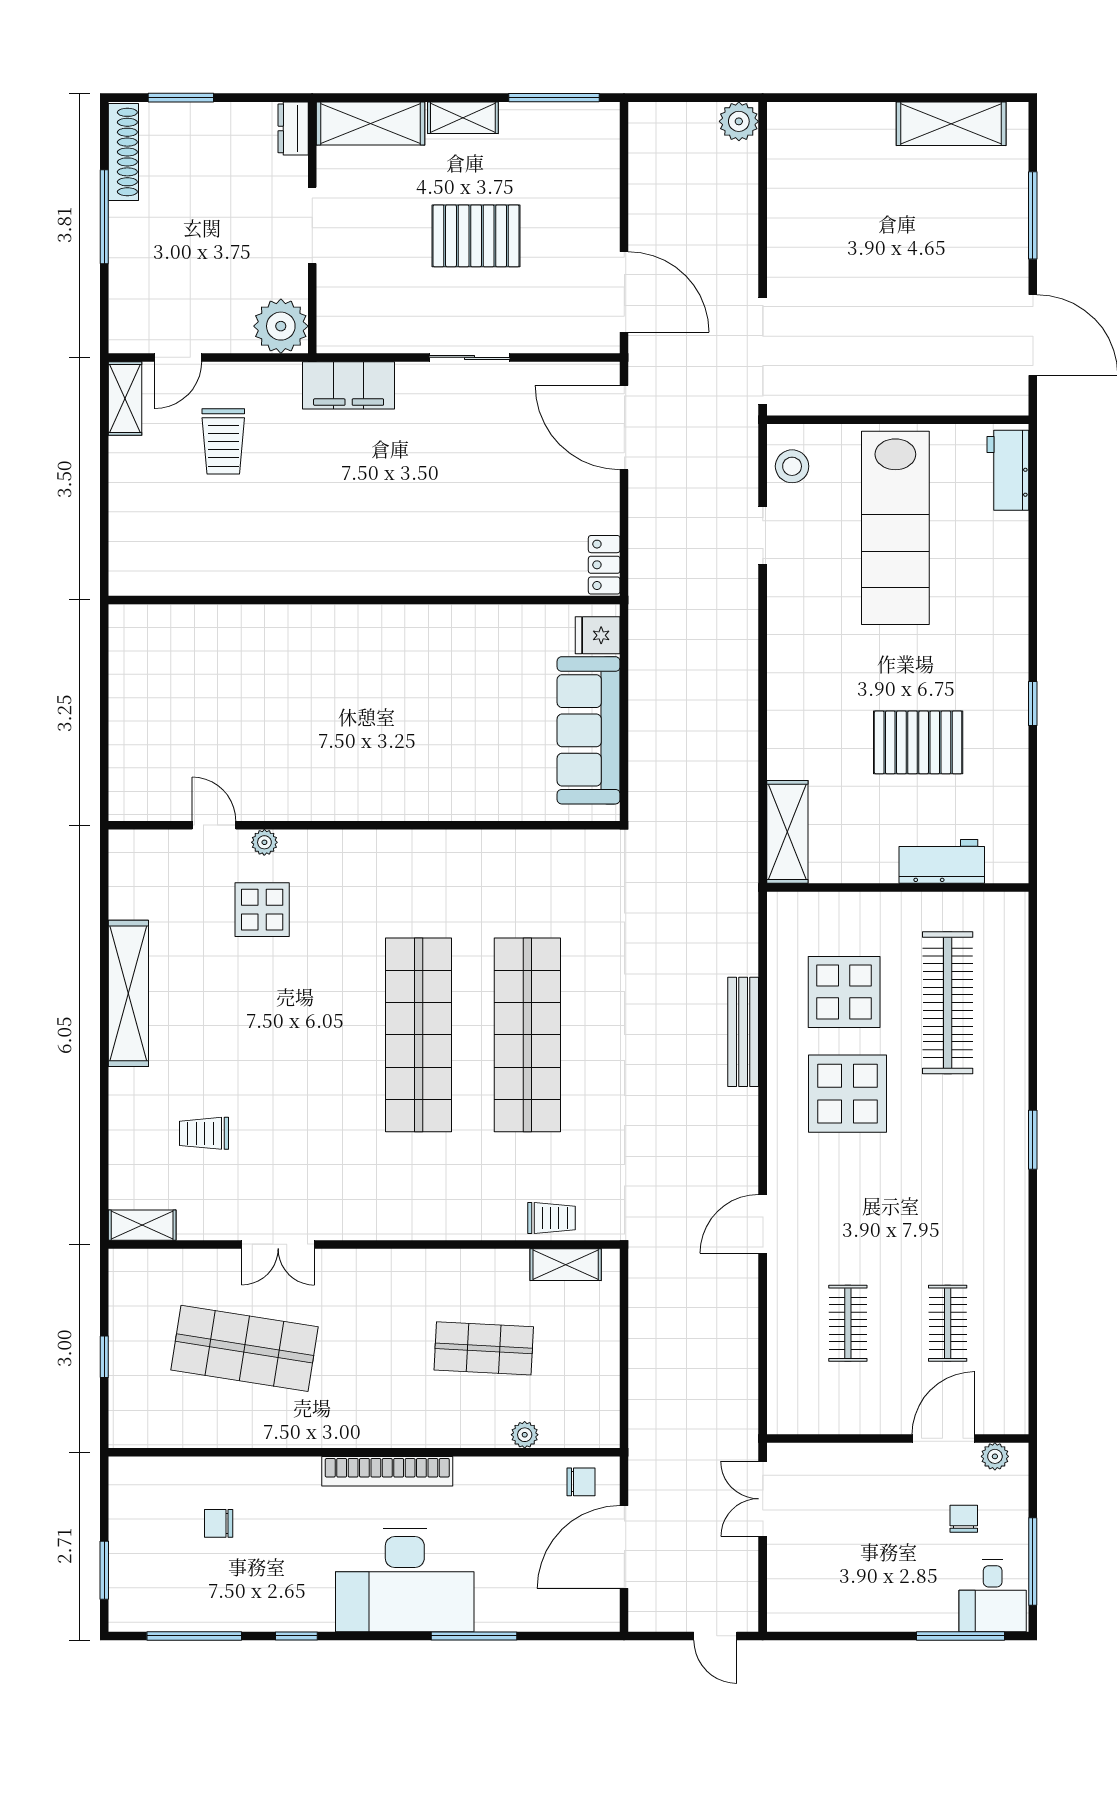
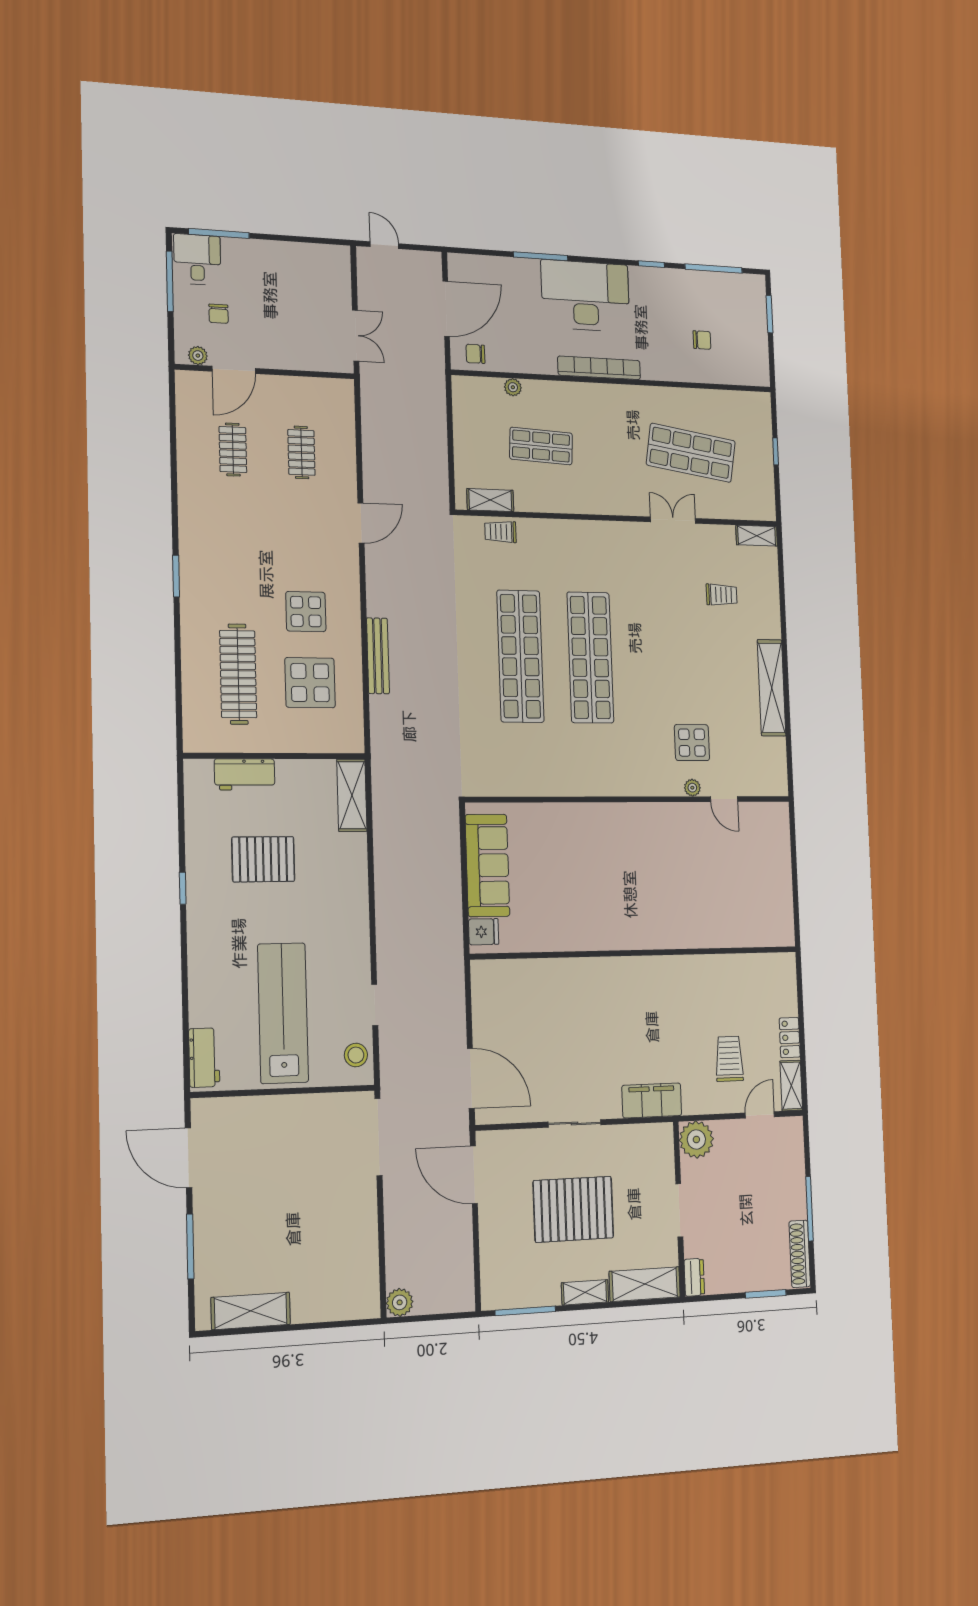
pallet: (476, 236) -> (573, 1209), width x1.37, depth x1.41
locker: (604, 565) -> (790, 1038), moved, turned 180
display table: (847, 1094) -> (306, 612), width x0.73, depth x0.73

